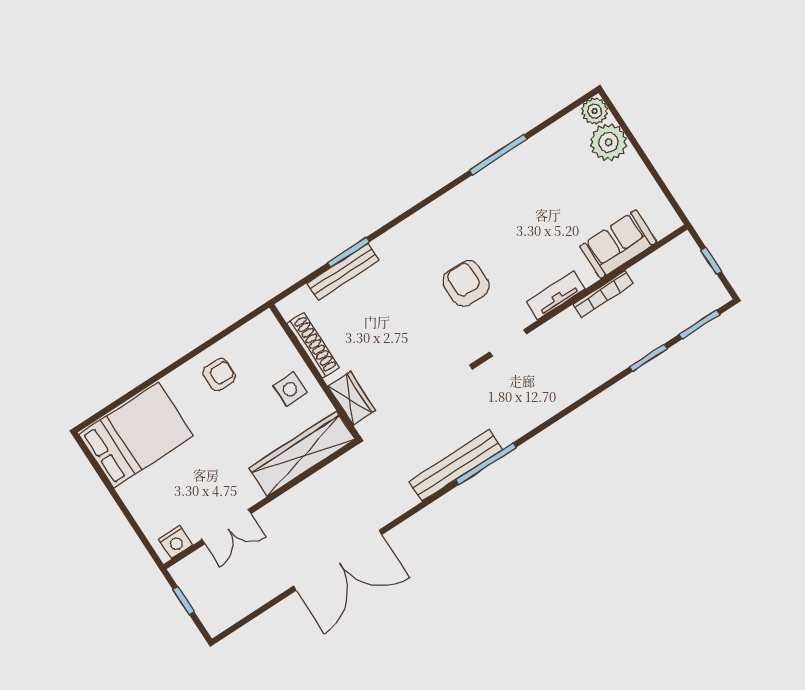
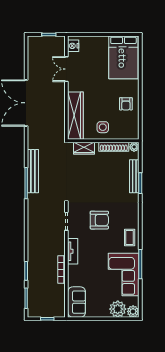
corner sofa: (537, 173) -> (124, 274), added
coffee table: (462, 207) -> (130, 237), added
sofa: (618, 244) -> (77, 302), moved
plant: (289, 307) -> (134, 147), added

